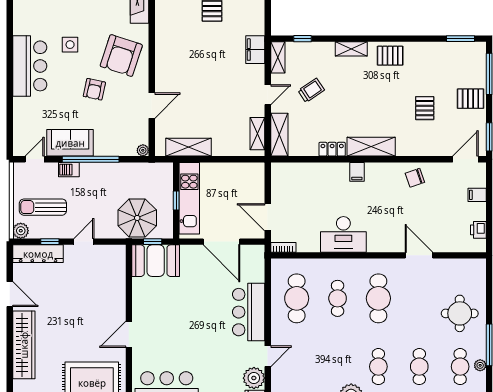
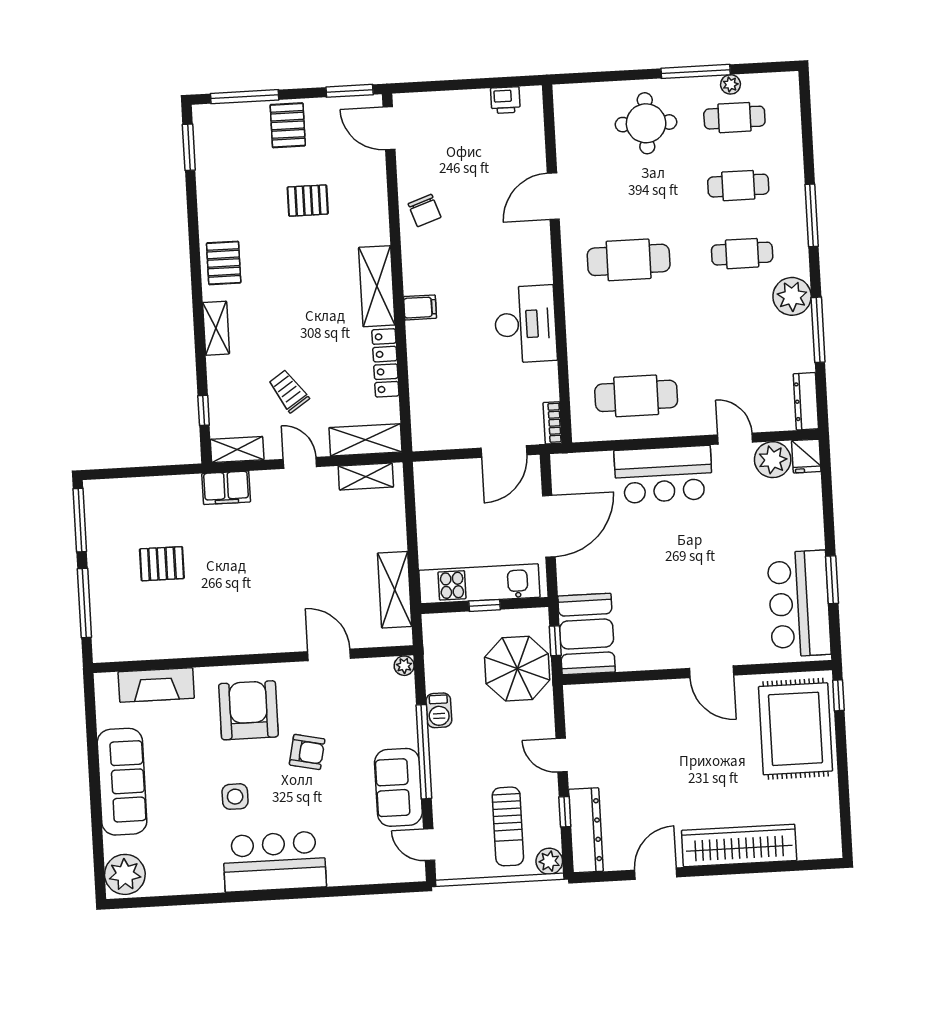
armchair: (121, 56) -> (248, 710), turned -108
locker: (332, 149) -> (385, 363), width x1.53
barbecue: (69, 170) -> (439, 710), moved
filing cabinet: (477, 195) -> (447, 105), removed
cafe table: (338, 298) -> (632, 328), removed

